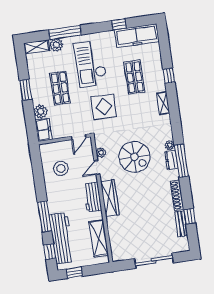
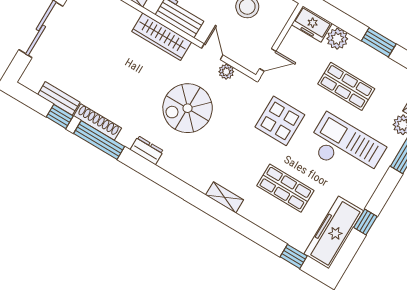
window: (169, 76) -> (294, 256), moved
door: (79, 137) -> (268, 60), swing flipped
plant: (170, 145) -> (167, 163), removed
window: (181, 161) -> (99, 140), moved

